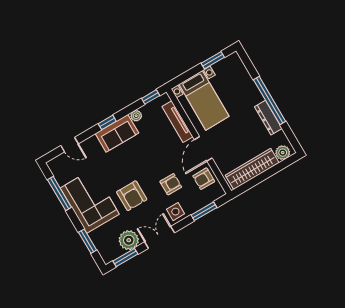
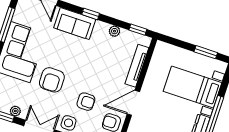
bed with nightstands: (204, 100) -> (193, 87), moved, turned 90
sofa: (117, 133) -> (75, 24), moved
plant: (129, 240) -> (15, 111), width x0.53, depth x0.53

